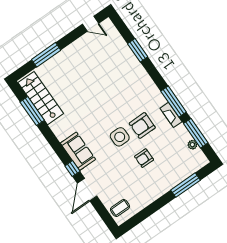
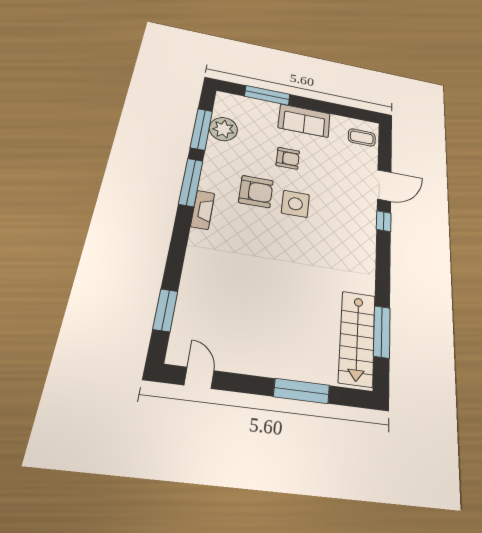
window: (138, 50) -> (165, 310), moved
fireplace: (171, 115) -> (203, 210), moved
plant: (192, 145) -> (223, 129), width x1.87, depth x1.87
sofa: (78, 151) -> (304, 121), moved, turned -90

